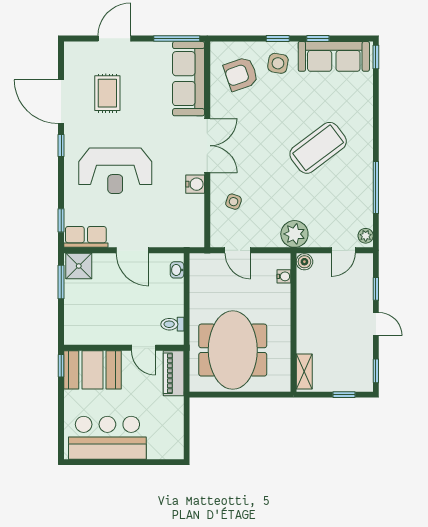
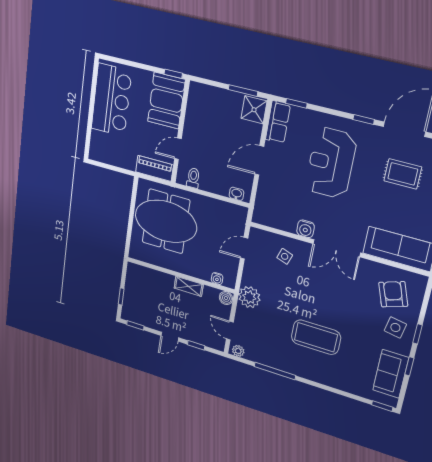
sofa: (334, 56) -> (391, 374), width x0.73
coffee table: (318, 148) -> (316, 337), turned -53
shelving: (304, 371) -> (189, 286), moved

